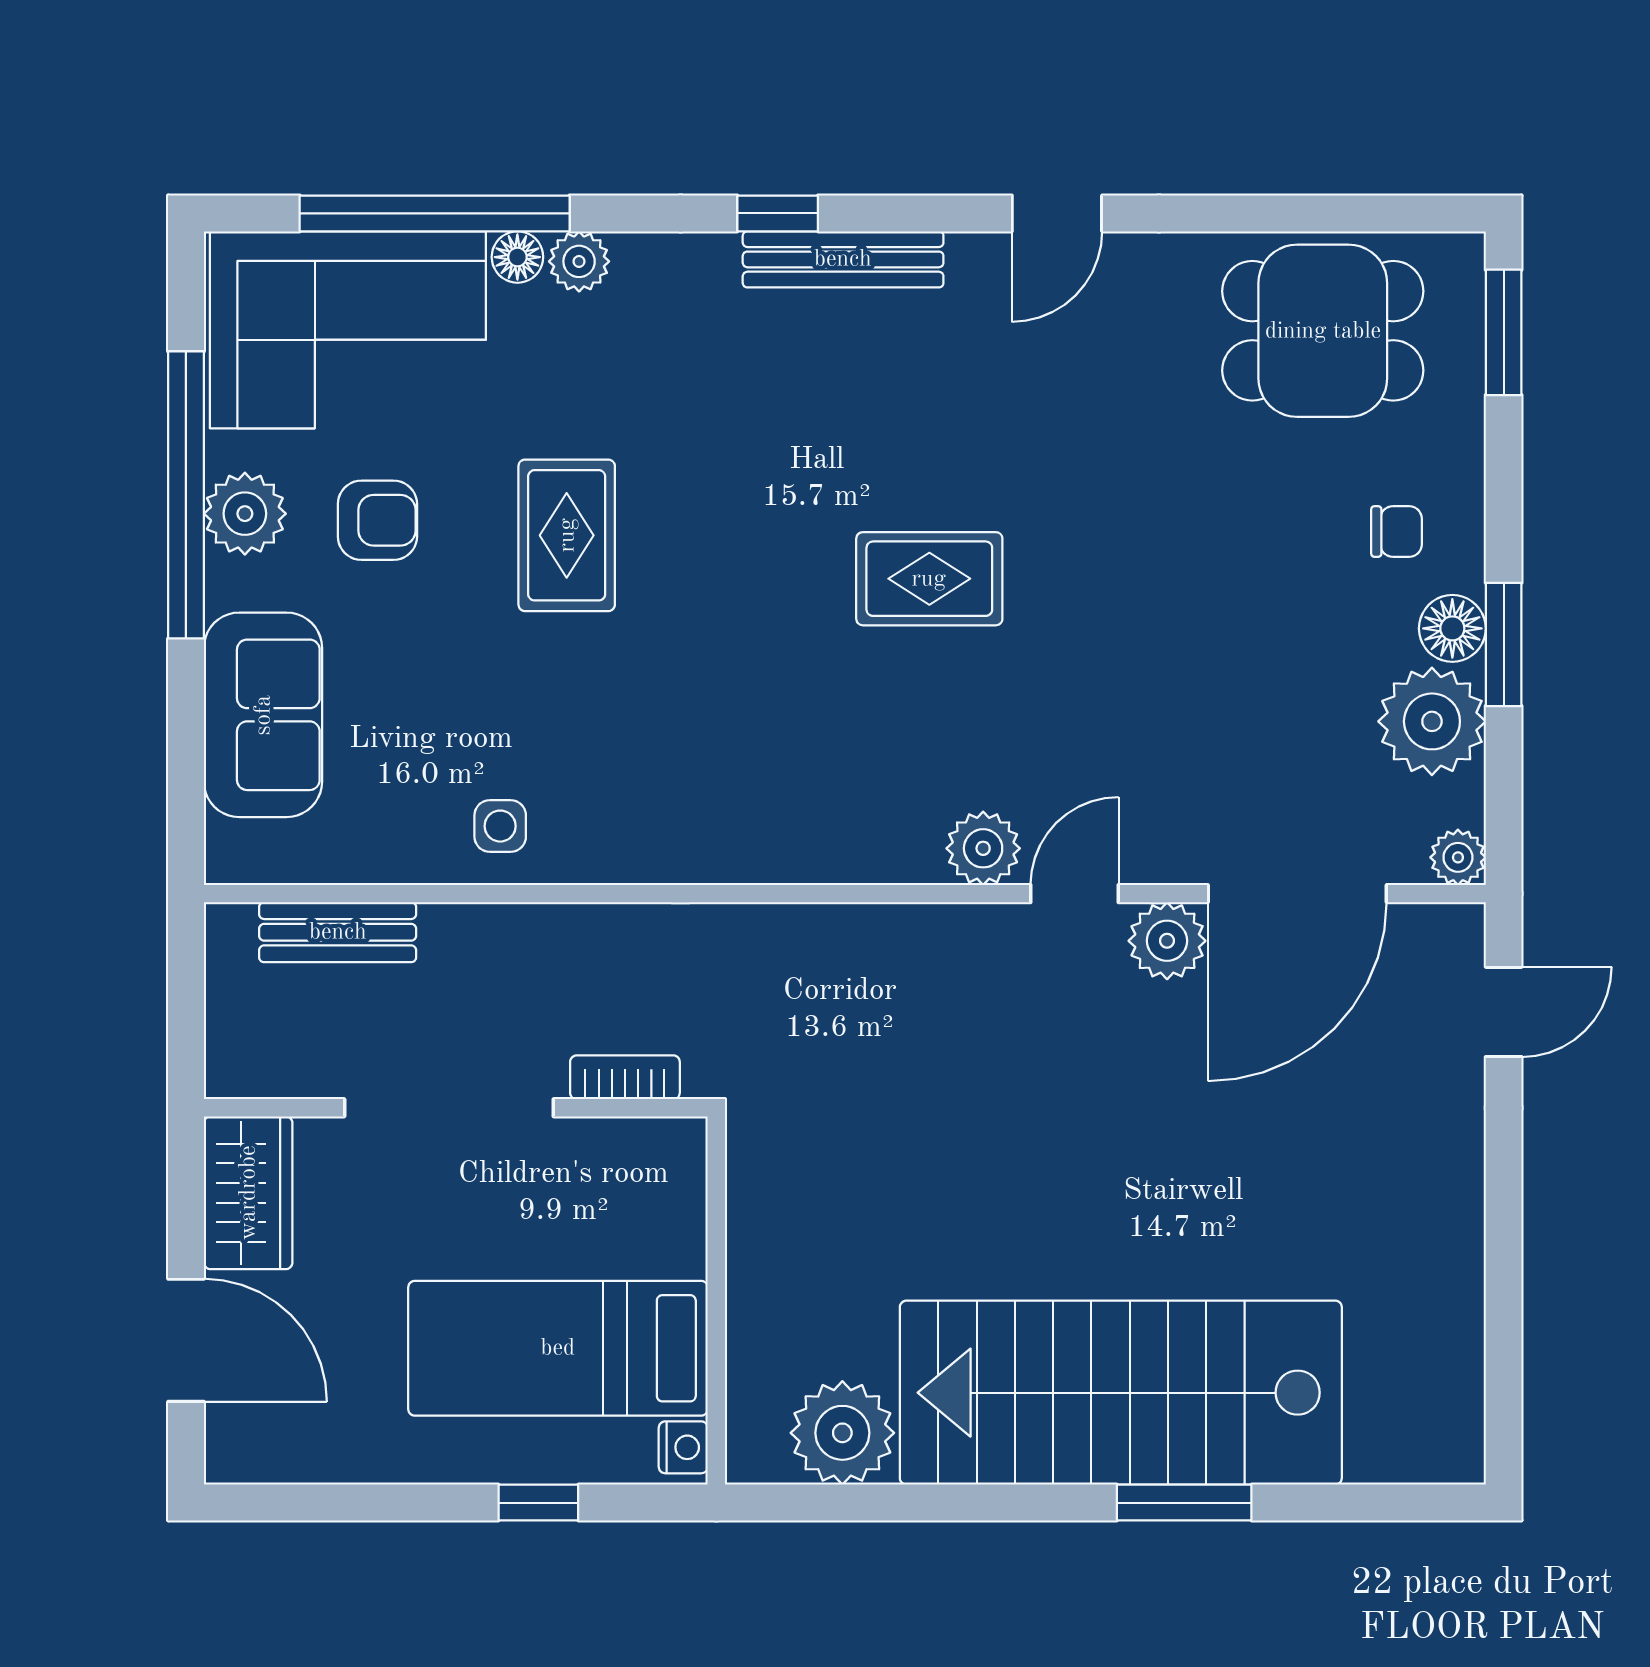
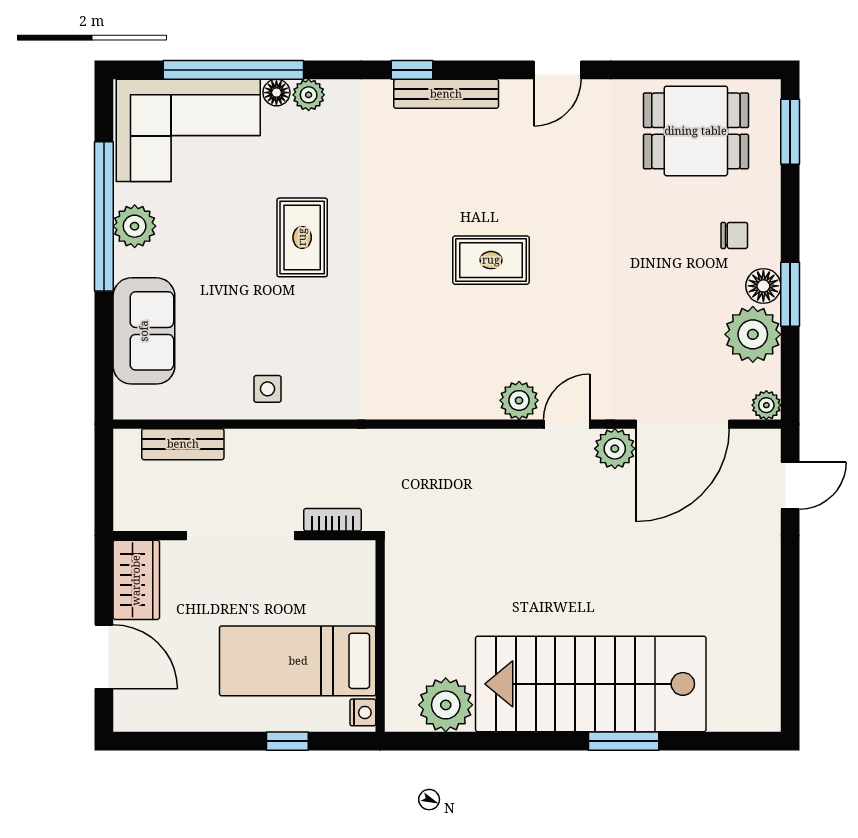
armchair: (377, 520) -> (204, 230), removed

